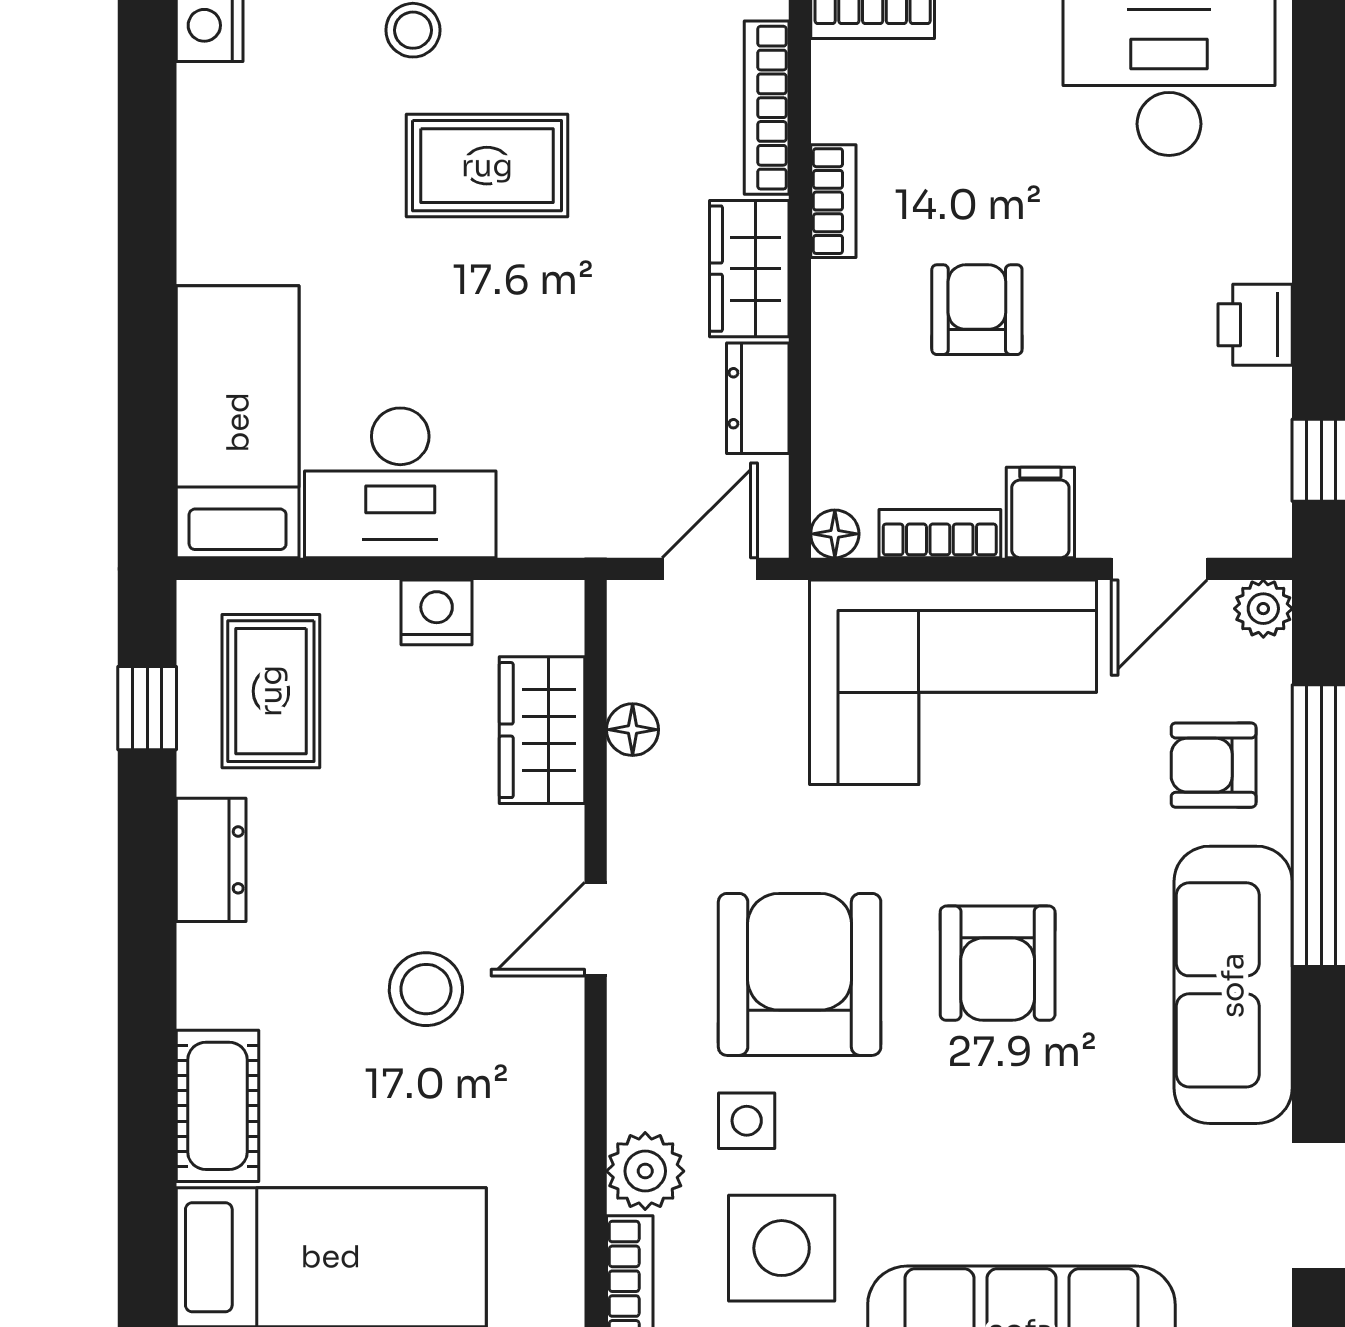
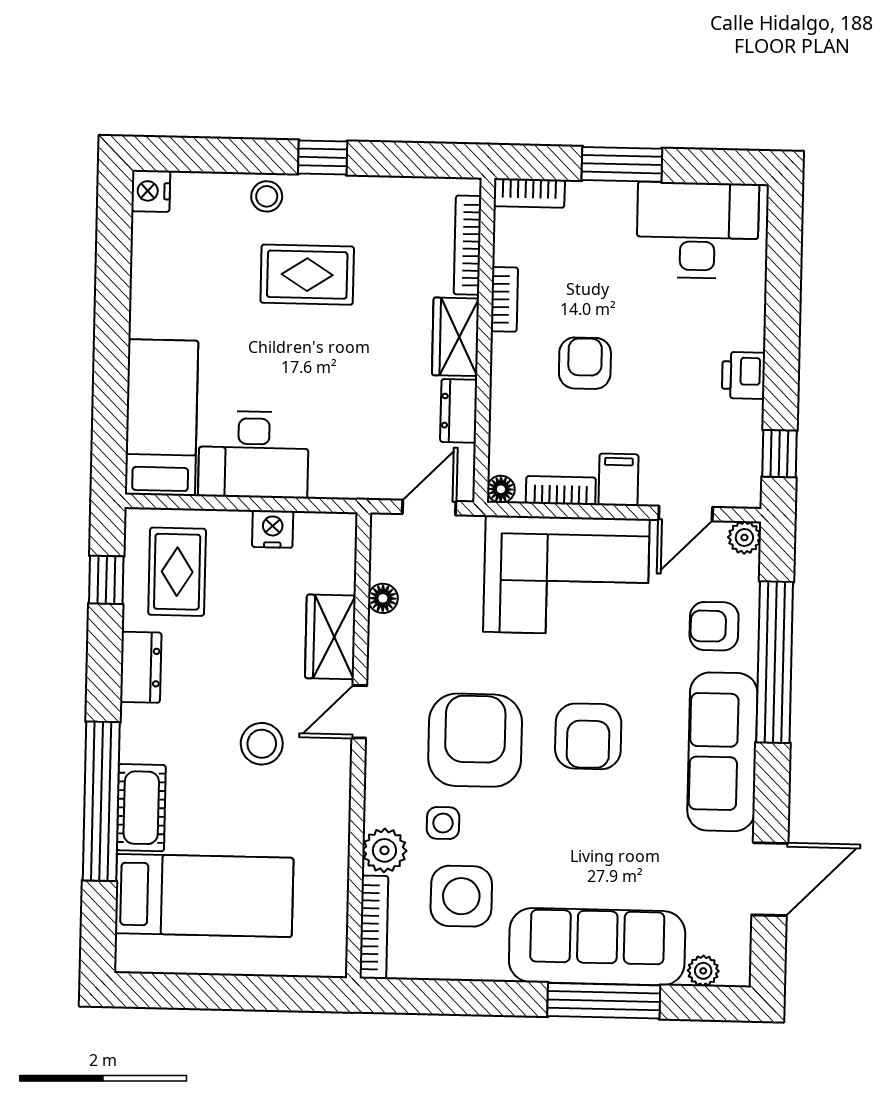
wardrobe: (542, 730) -> (330, 637), moved
window: (147, 1096) -> (101, 801), added

